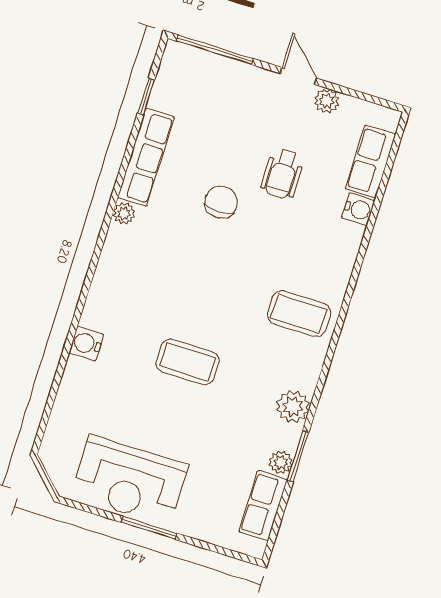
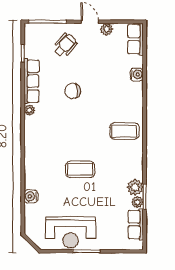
row of seats: (370, 162) -> (135, 39), moved
wheelchair: (282, 174) -> (65, 45), moved, turned -138
chair: (221, 202) -> (73, 91), turned -90
water cooler: (86, 344) -> (31, 196), moved
plant: (293, 407) -> (135, 187), moved

